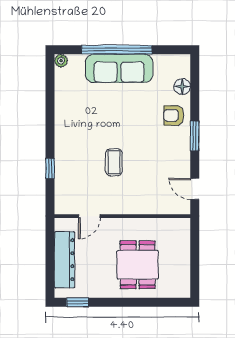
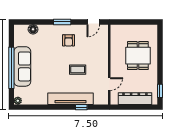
armchair: (174, 115) -> (69, 40), moved
tv unit: (64, 150) -> (71, 99), added
door: (89, 216) -> (109, 84), hinge flipped
dining table: (138, 265) -> (138, 56), turned 90

